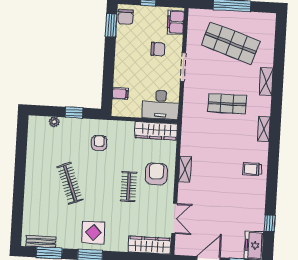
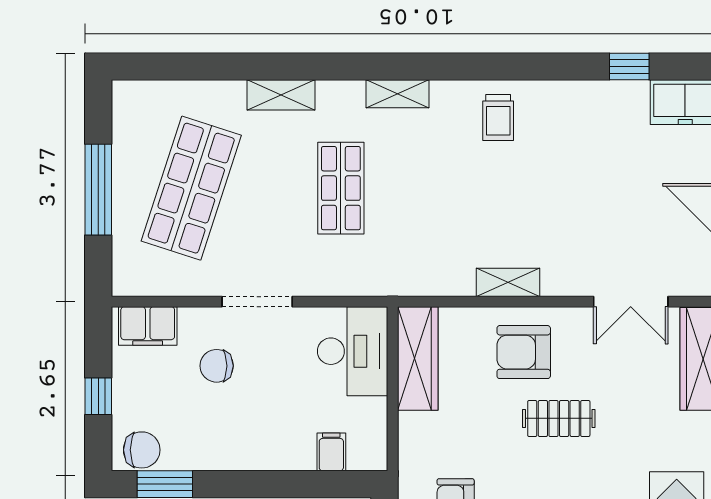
chair: (158, 49) -> (217, 366), turned -90
double door: (174, 218) -> (631, 302), swing flipped

